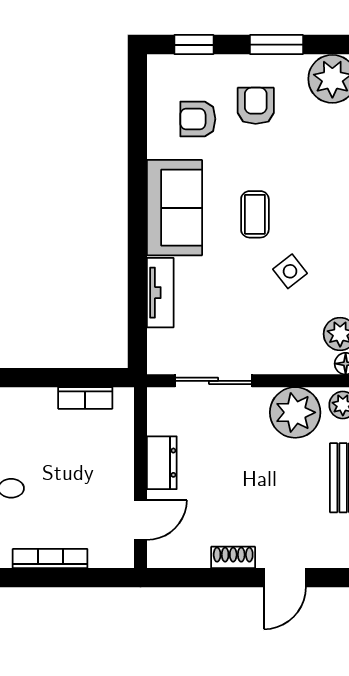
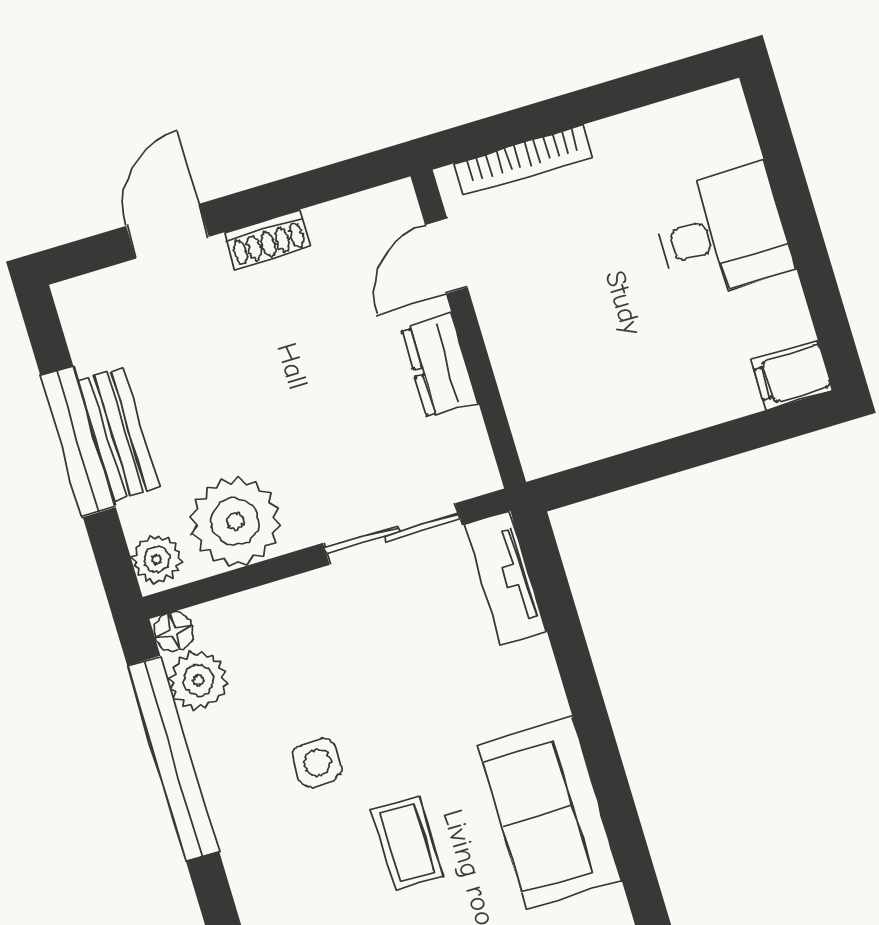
side table: (290, 271) -> (317, 763), turned 38
tv unit: (160, 293) -> (506, 577), moved
bookcase: (85, 398) -> (605, 438), removed
bookcase: (50, 558) -> (524, 160), moved

